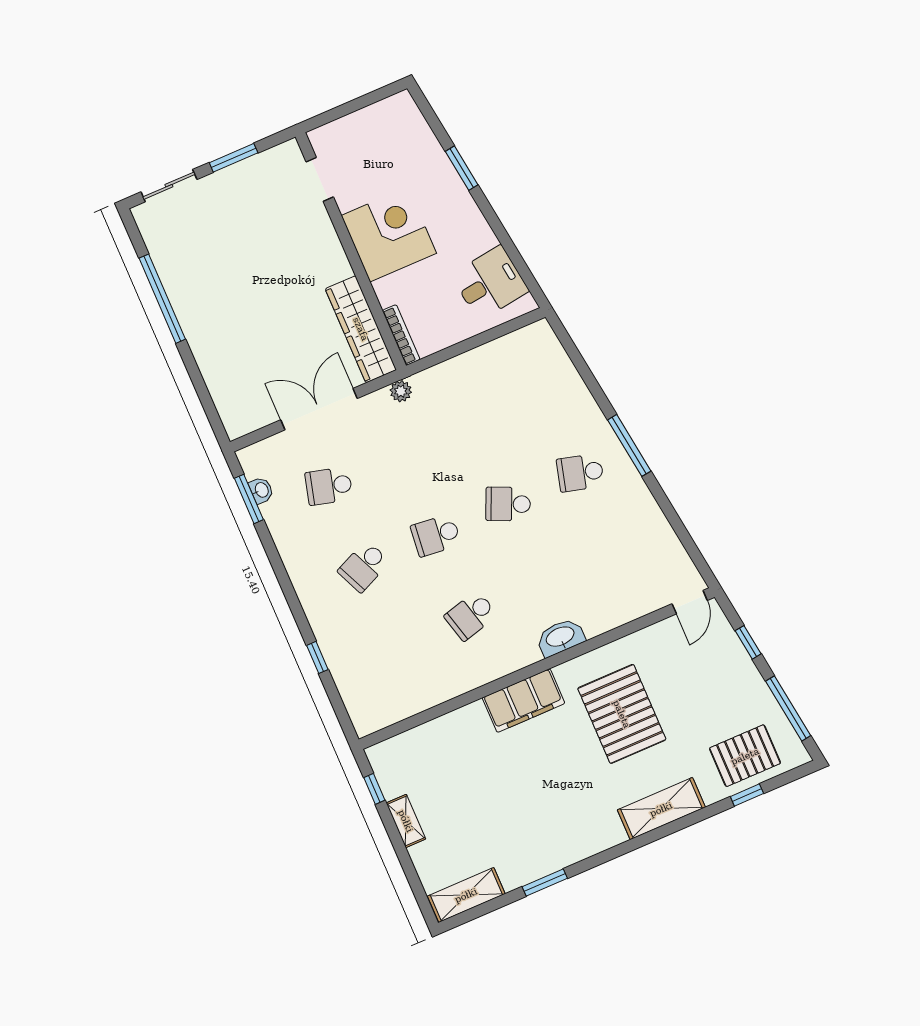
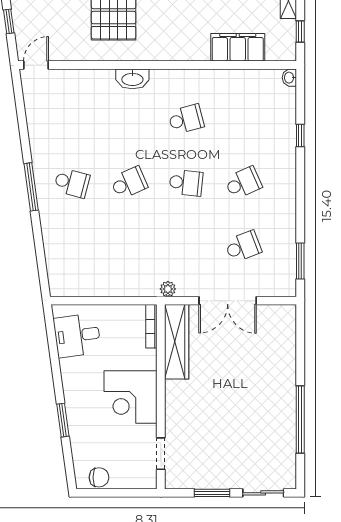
chair: (385, 116) -> (99, 477), added
school desk: (329, 486) -> (243, 246), turned -36
washbasin: (261, 490) -> (289, 78), moved
school desk: (508, 504) -> (129, 183), turned -48
filing cabinet: (524, 701) -> (238, 47), moved

